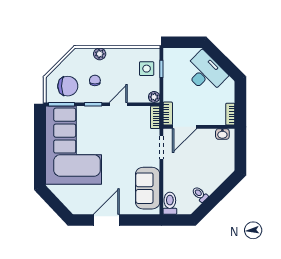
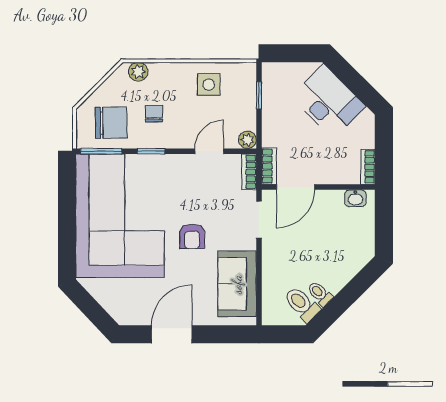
plant: (100, 54) -> (138, 72), moved
side table: (147, 69) -> (209, 85), moved
door: (118, 104) -> (209, 151), moved
armchair: (119, 158) -> (192, 236), added
toilet: (170, 203) -> (302, 304), moved, turned -45

